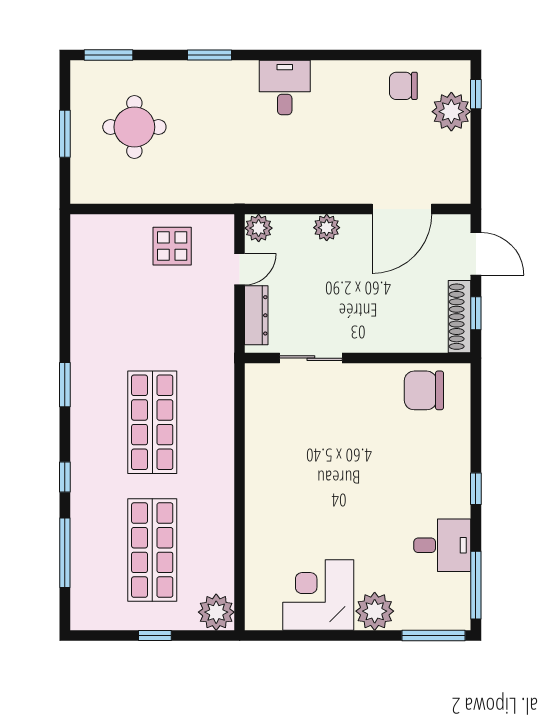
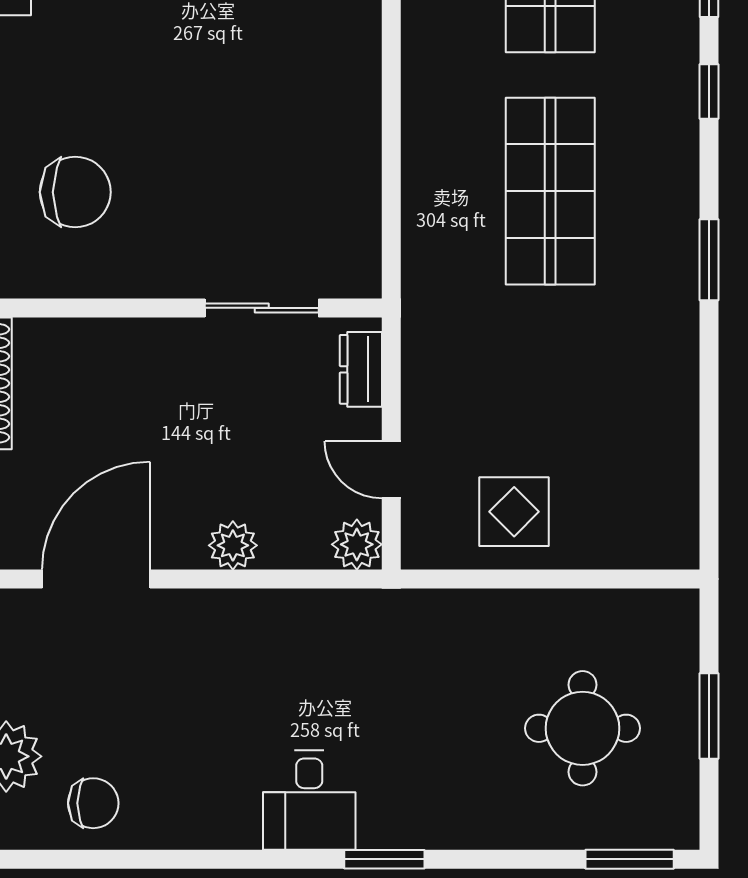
window: (210, 55) -> (384, 859), moved
door: (240, 269) -> (391, 470), hinge flipped
dresser: (256, 315) -> (361, 369), width x0.70
chair: (424, 390) -> (75, 192), moved

